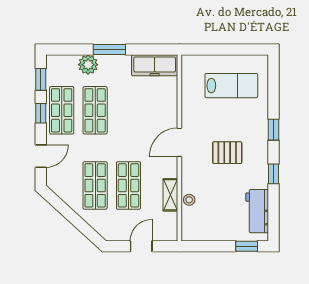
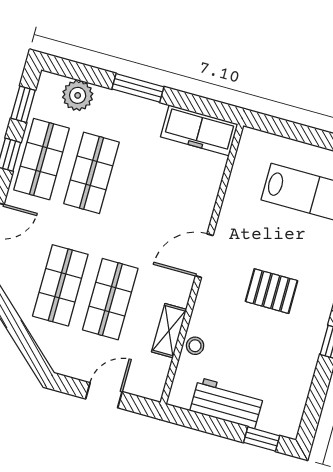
plant: (88, 65) -> (78, 95), moved
workbench: (257, 211) -> (227, 403), moved, turned 90

